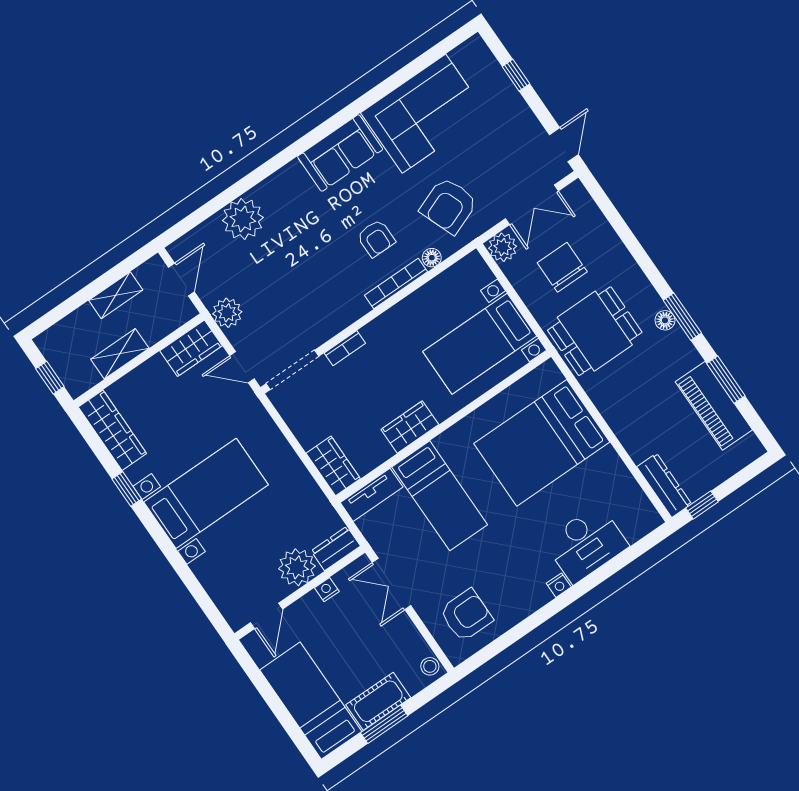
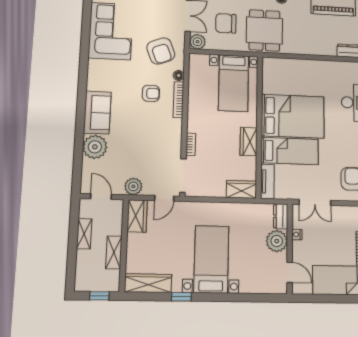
sofa: (340, 153) -> (97, 113), moved
bed: (542, 443) -> (293, 116), moved, turned -90

